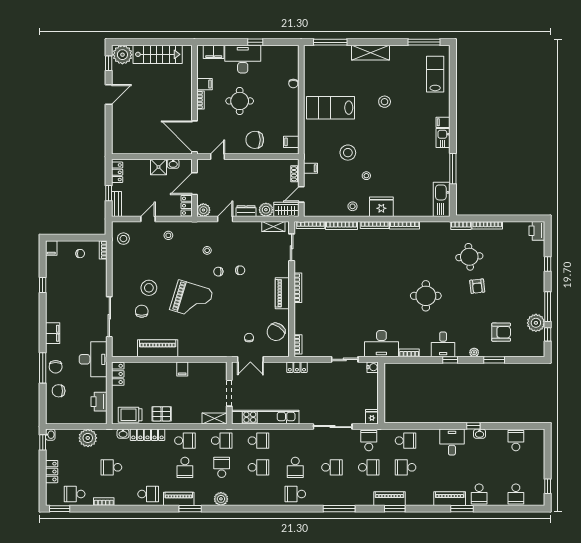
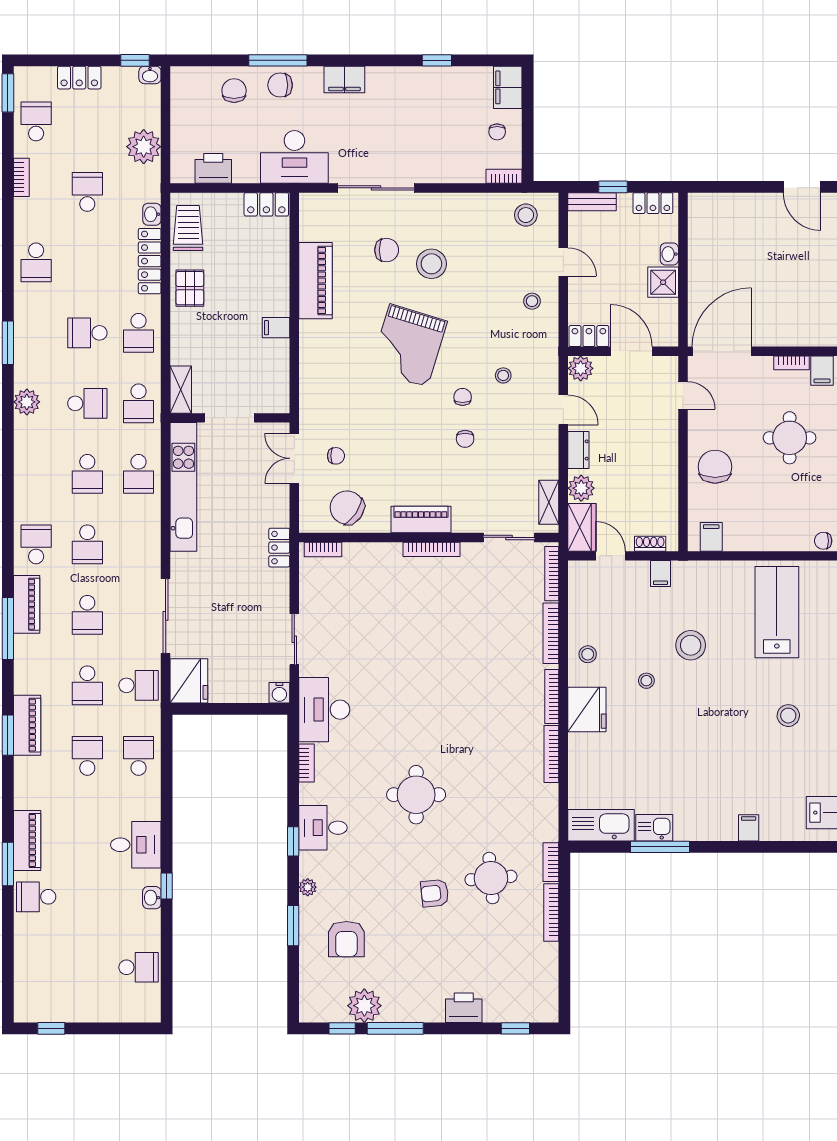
kitchen sink: (443, 138) -> (654, 828), moved
washbasin: (173, 164) -> (669, 254), moved
printer: (537, 231) -> (464, 1008), moved
filing cabinet: (51, 248) -> (508, 87), width x2.00
window: (548, 264) -> (515, 1028), moved
fridge: (372, 417) -> (189, 681), width x1.88, depth x1.34
school desk: (406, 441) -> (139, 756), turned 180
school desk: (295, 467) -> (87, 544), turned -90
school desk: (516, 494) -> (36, 967), removed
piano: (179, 499) -> (27, 604), moved

